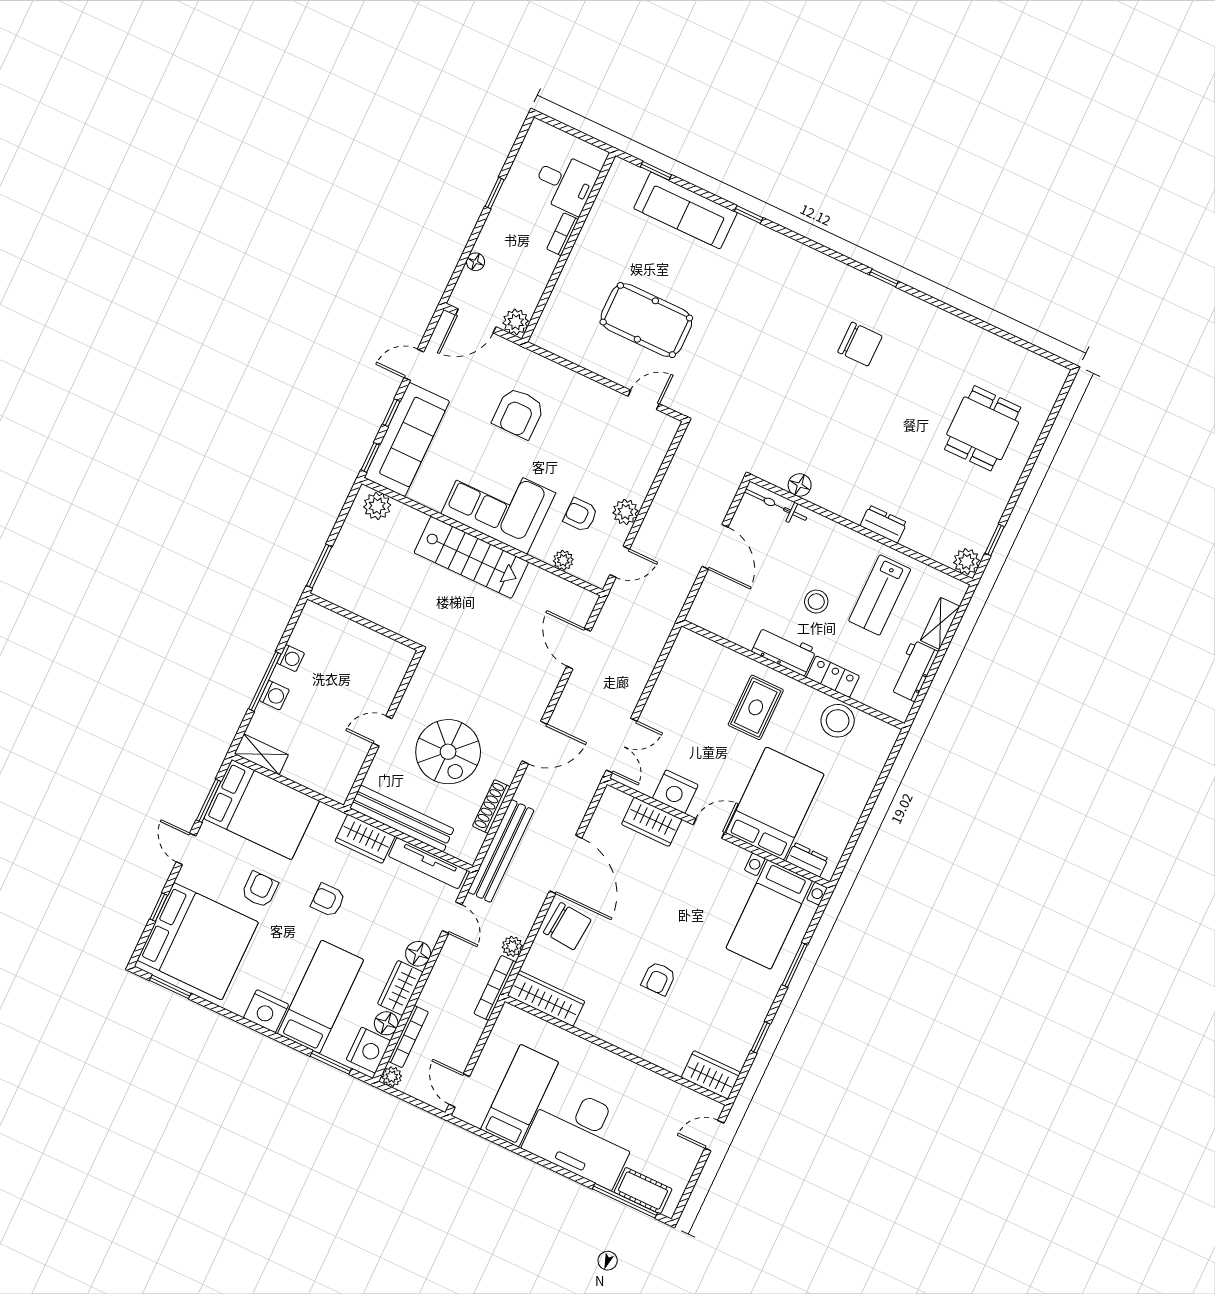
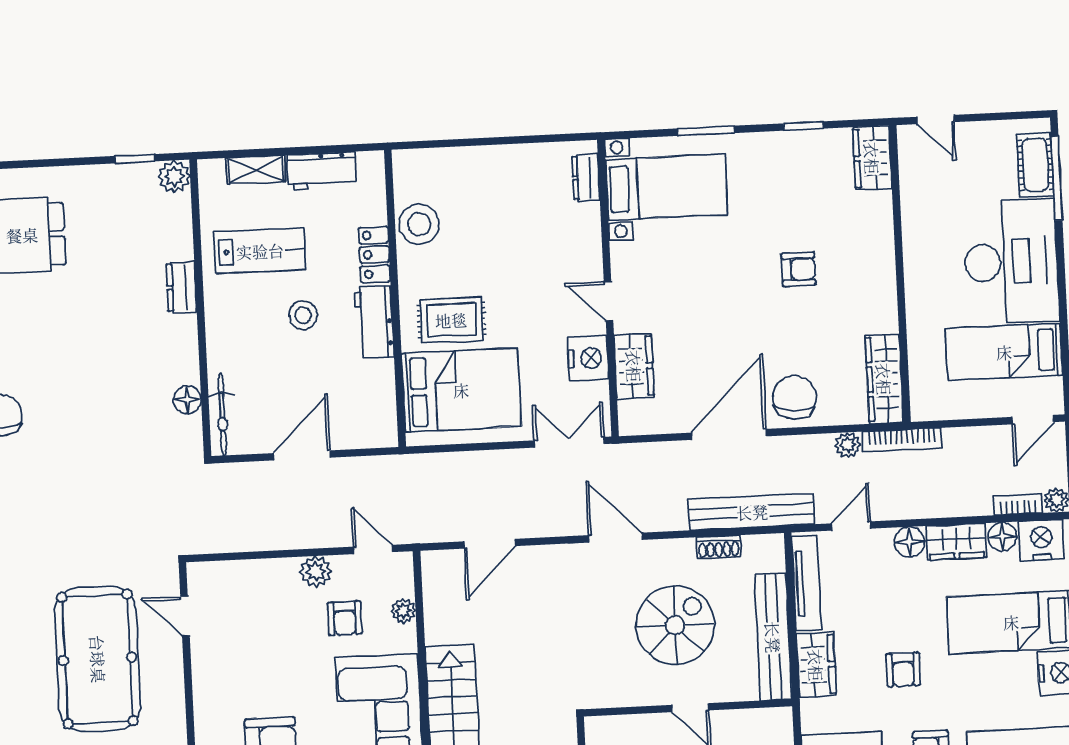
pool table: (646, 320) -> (98, 659), width x1.36, depth x1.32
bed: (775, 804) -> (461, 390), moved, turned 180
shoe rack: (491, 806) -> (719, 547), width x0.70
bookcase: (408, 1037) -> (1018, 505), width x0.64

